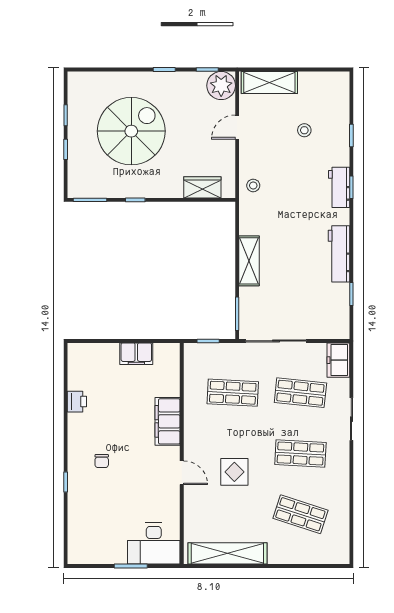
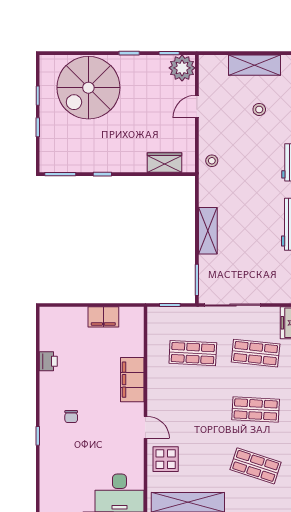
shelving: (269, 82) -> (255, 65), moved
spiral stairs: (131, 131) -> (88, 88), moved, turned 180
display table: (234, 472) -> (166, 459), moved

